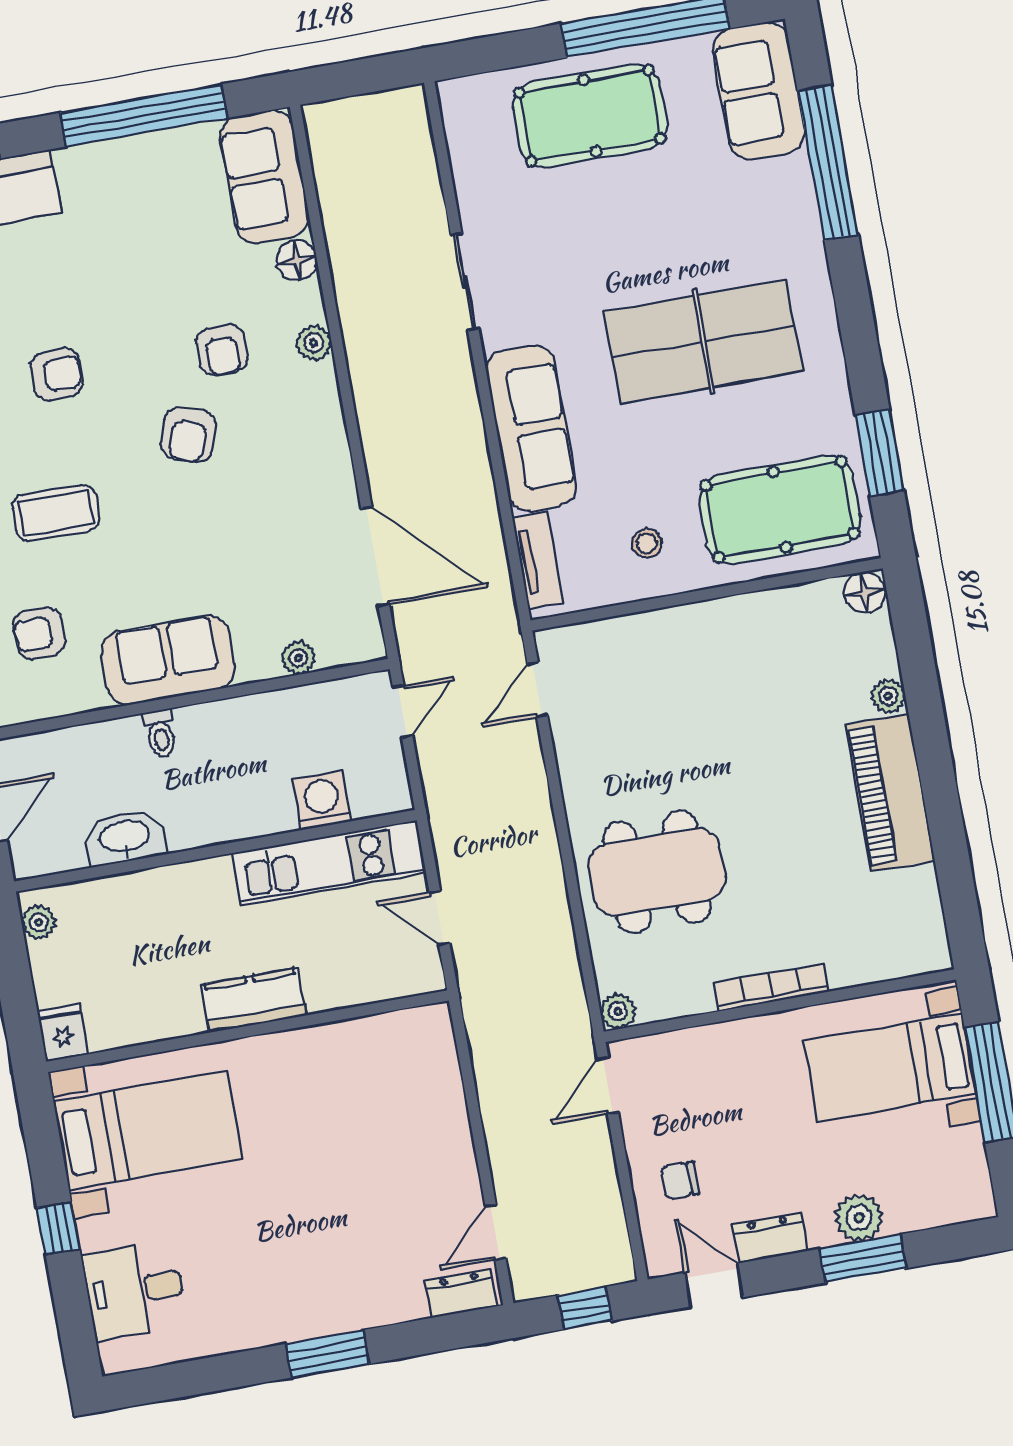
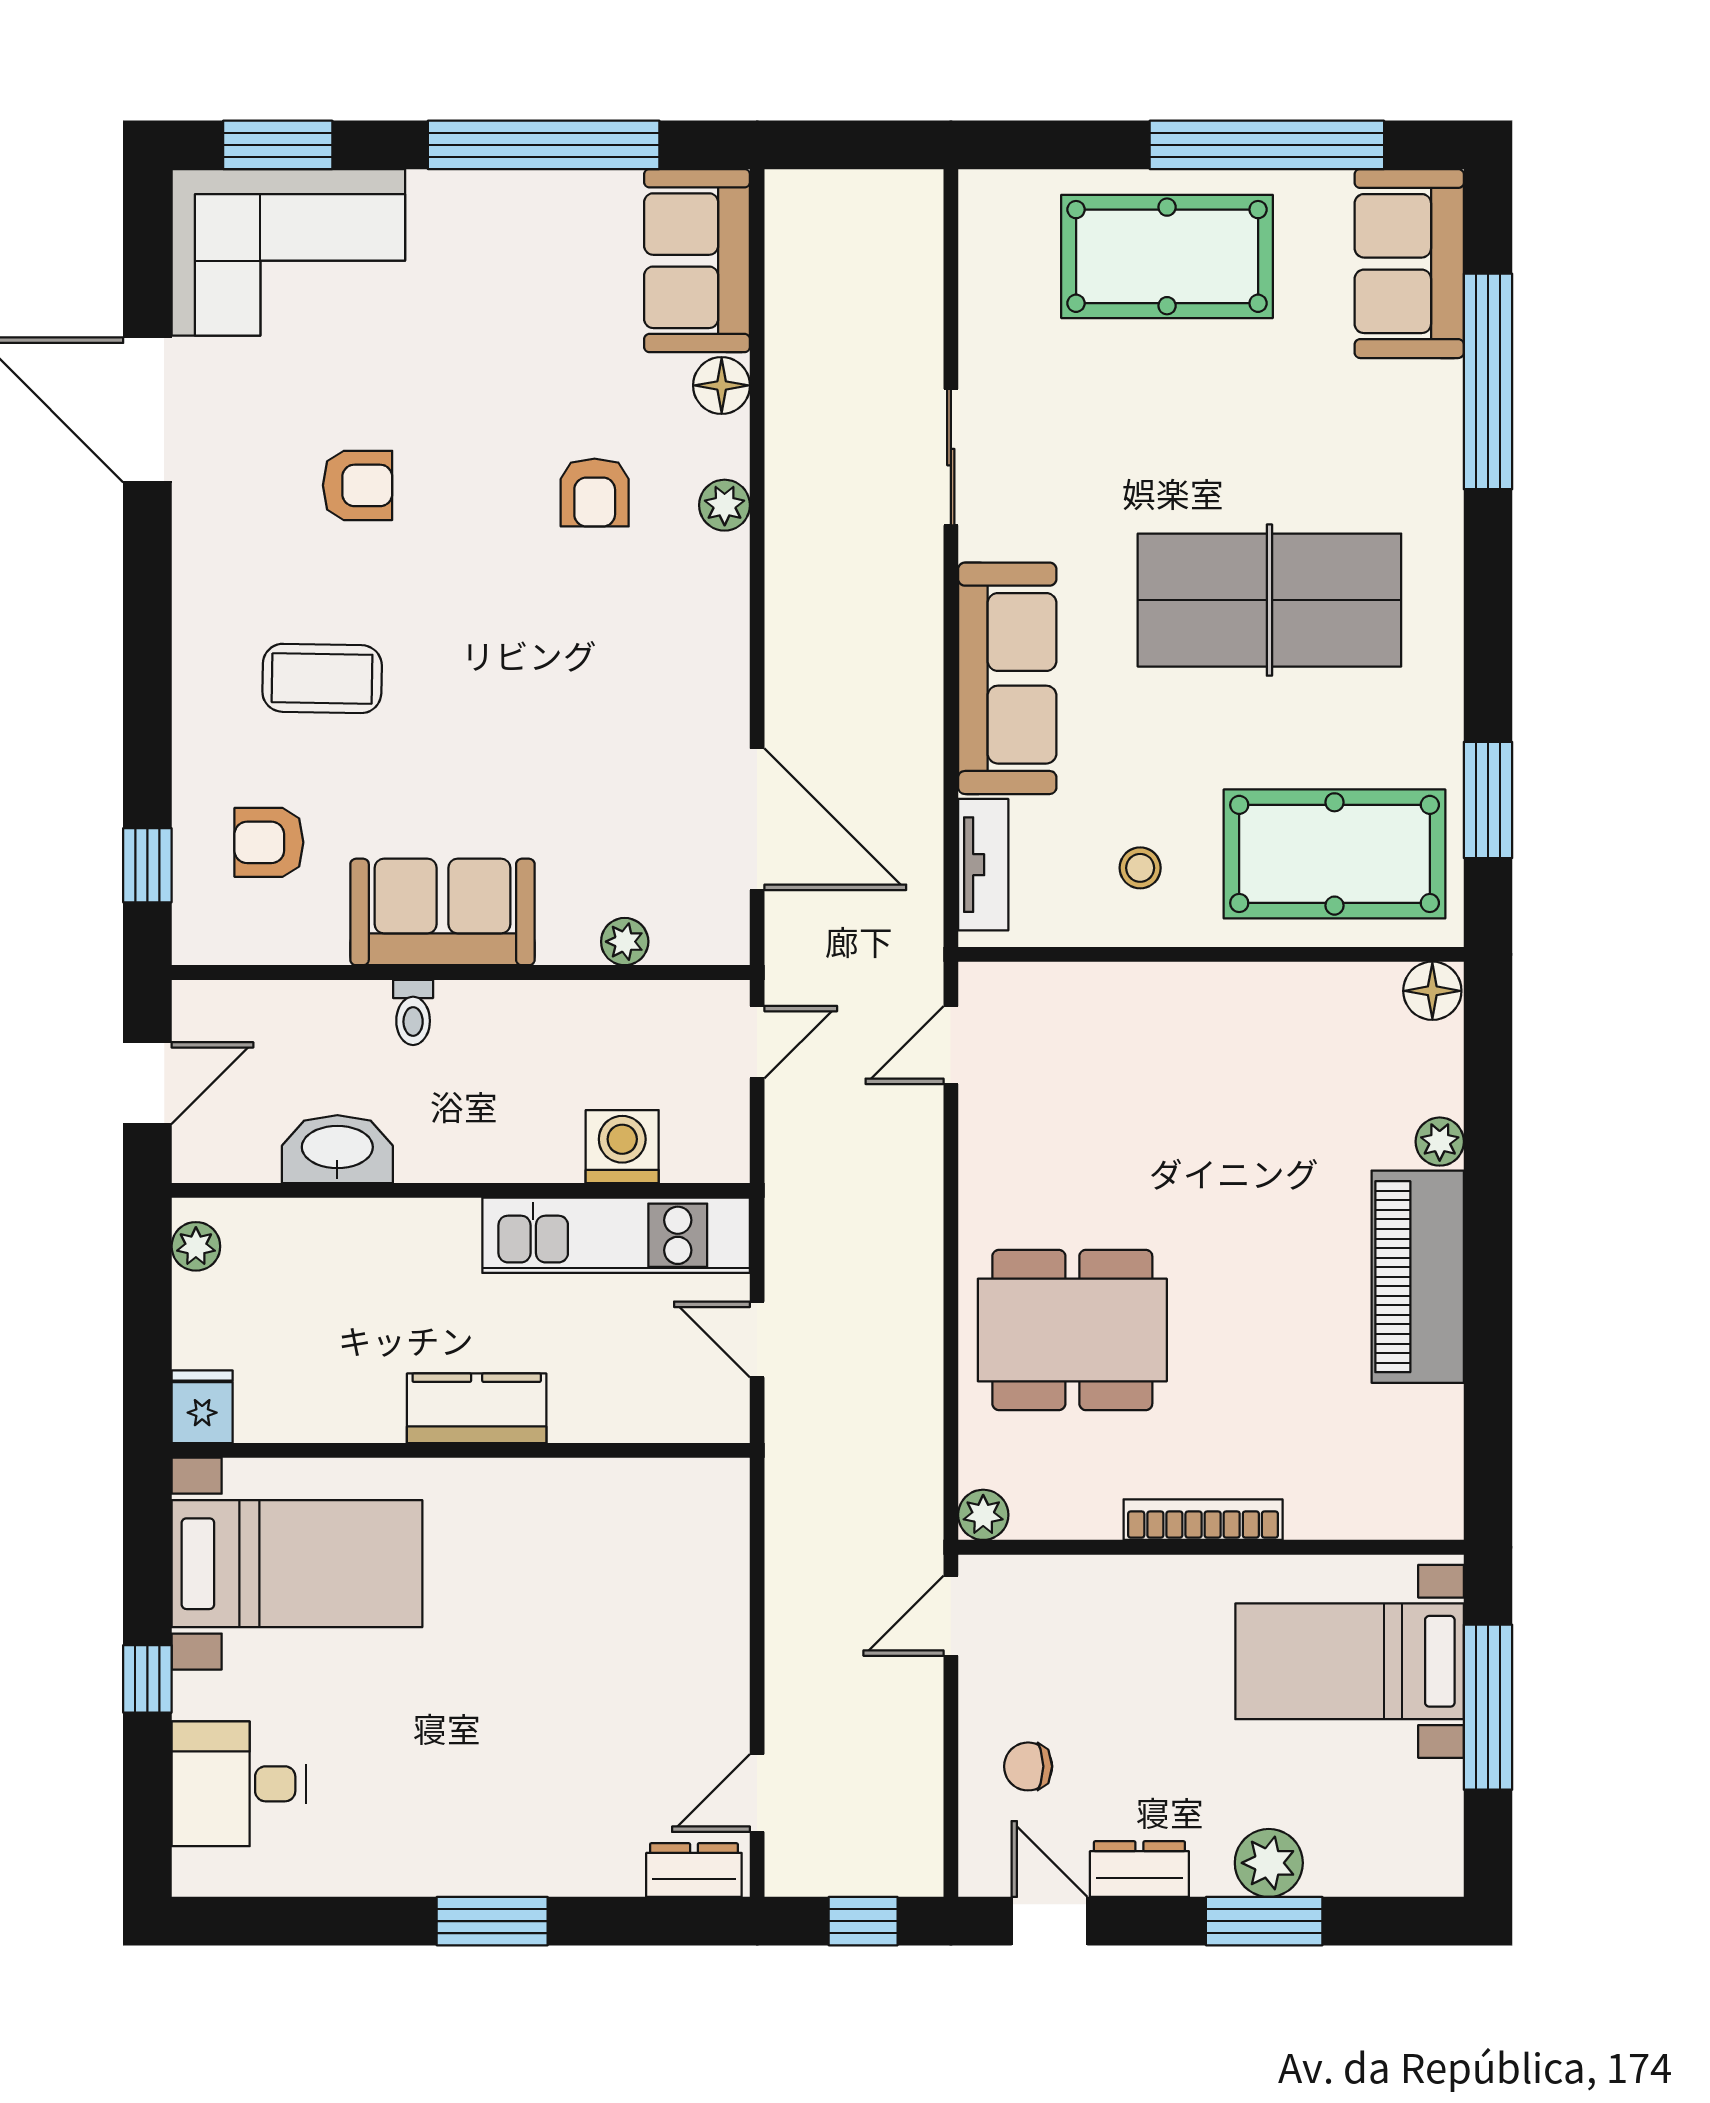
armchair: (189, 435) -> (527, 603), removed

